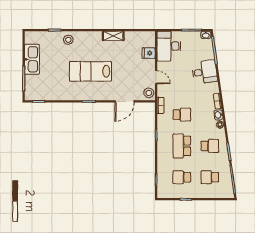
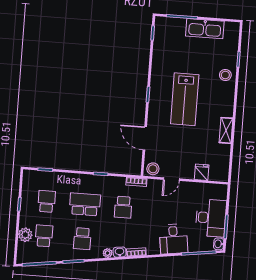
desk: (169, 46) -> (211, 218), moved, turned 90
lab bench: (90, 71) -> (185, 99), turned 180
plant: (210, 192) -> (25, 235), added

